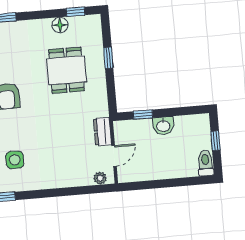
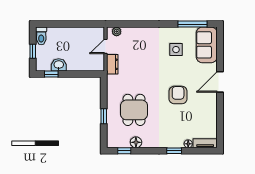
window: (143, 115) -> (51, 74), moved
washbasin: (163, 126) -> (59, 65), moved

